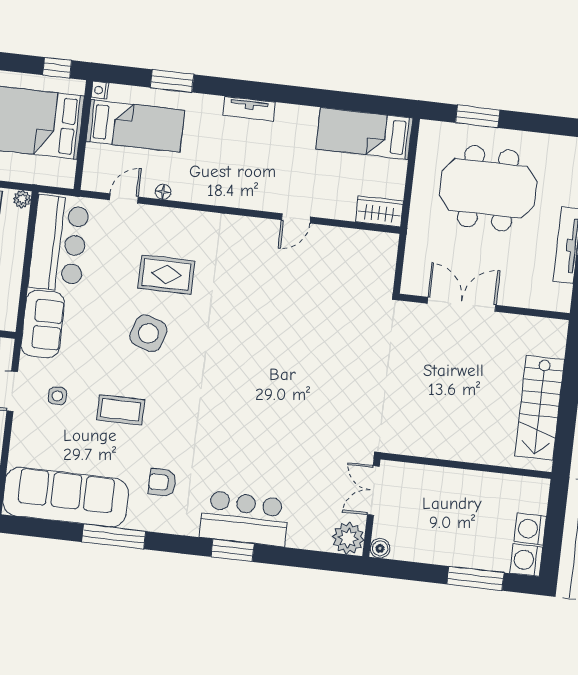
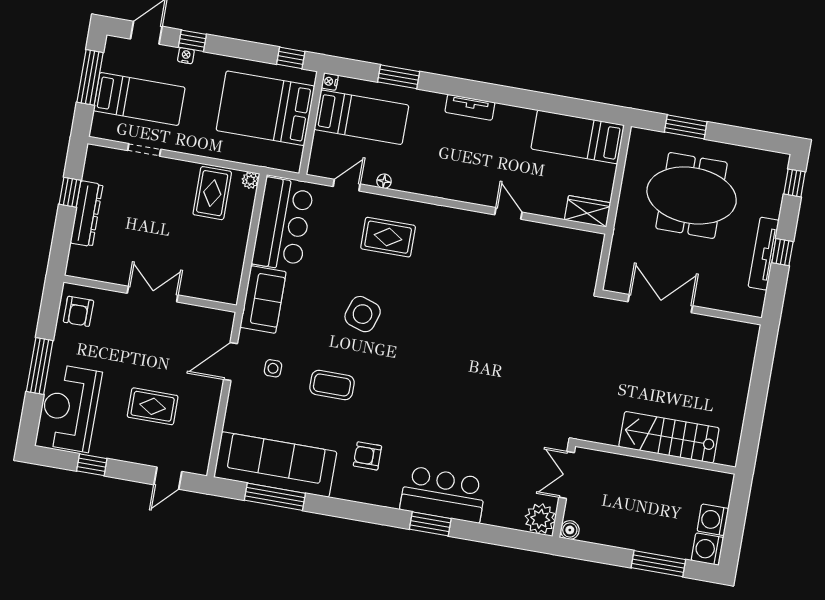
door: (296, 218) -> (508, 213), swing flipped
rug: (166, 274) -> (388, 237), moved
stairs: (540, 408) -> (669, 437), moved, turned 90
window: (114, 537) -> (275, 497), moved

